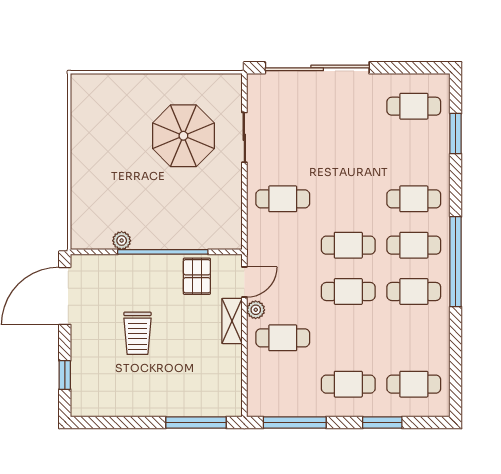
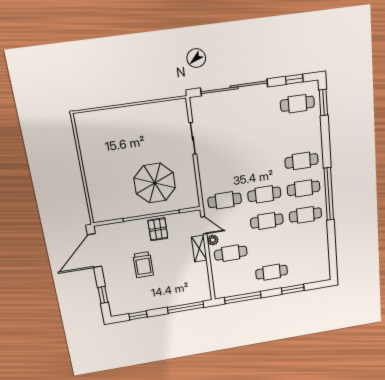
window: (412, 68) -> (294, 79), added
window: (456, 134) -> (323, 102), moved
parasol: (183, 136) -> (155, 183), moved
cafe table: (283, 199) -> (225, 200), moved
plant: (122, 241) -> (124, 213), removed
pallet: (197, 276) -> (158, 229), moved
door: (244, 282) -> (204, 225), hinge flipped
cafe table: (414, 384) -> (309, 266), removed
window: (115, 423) -> (138, 315), added

